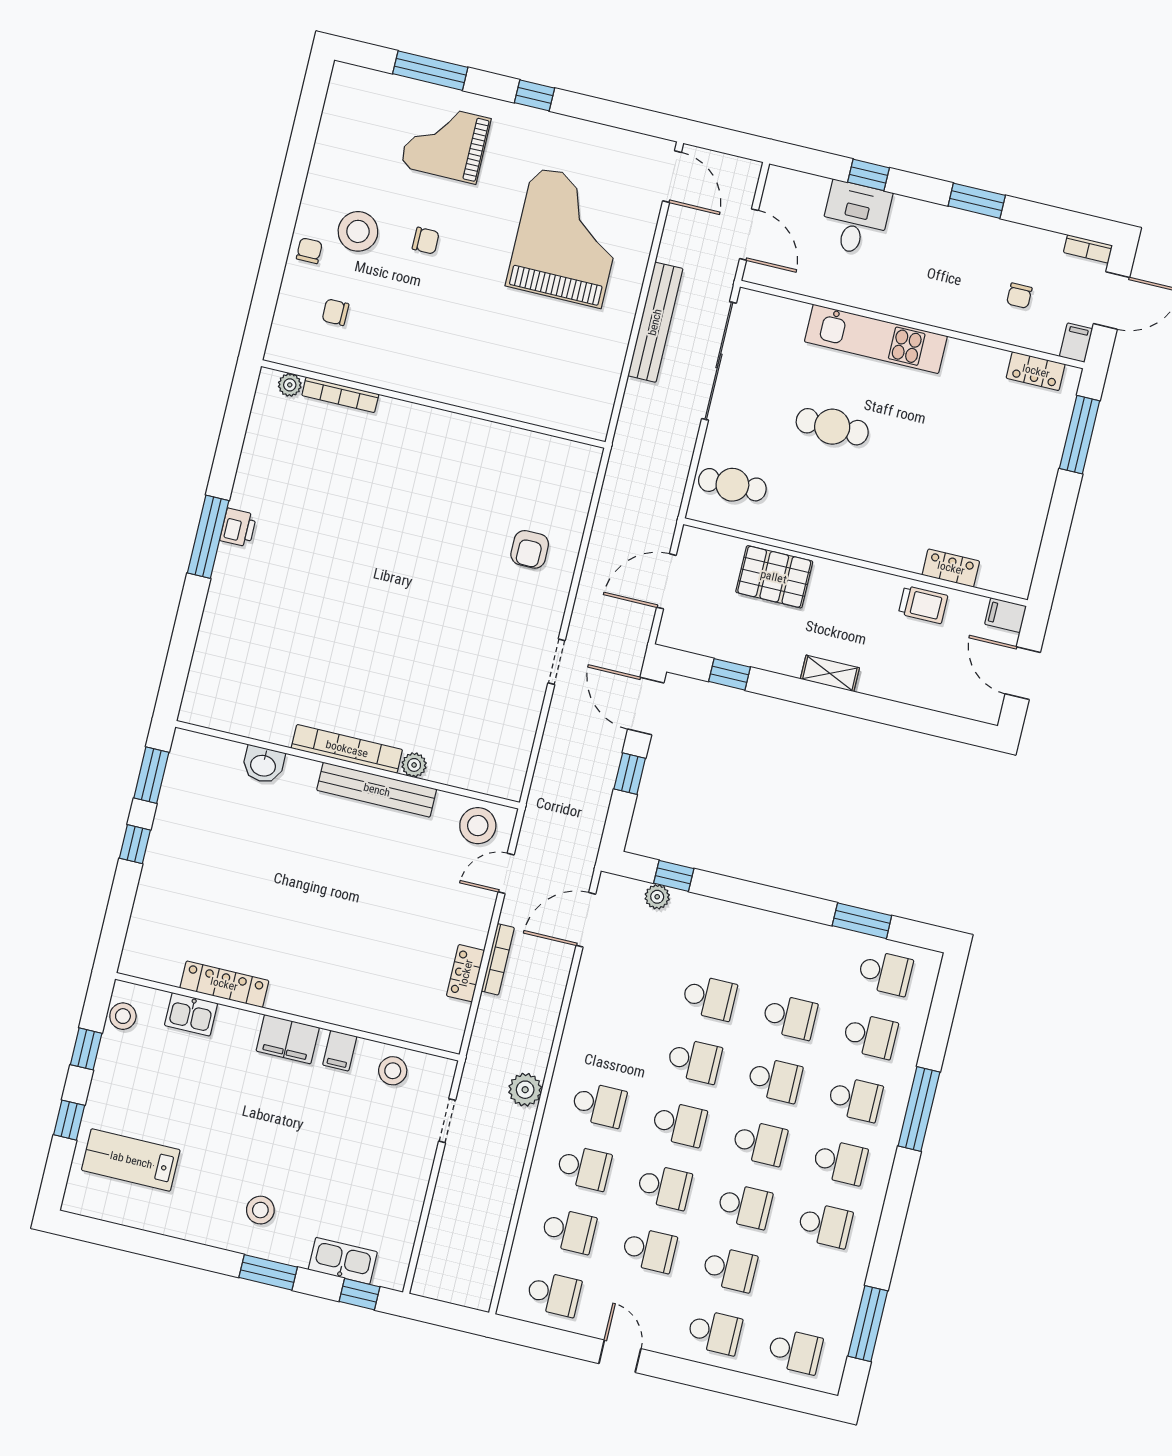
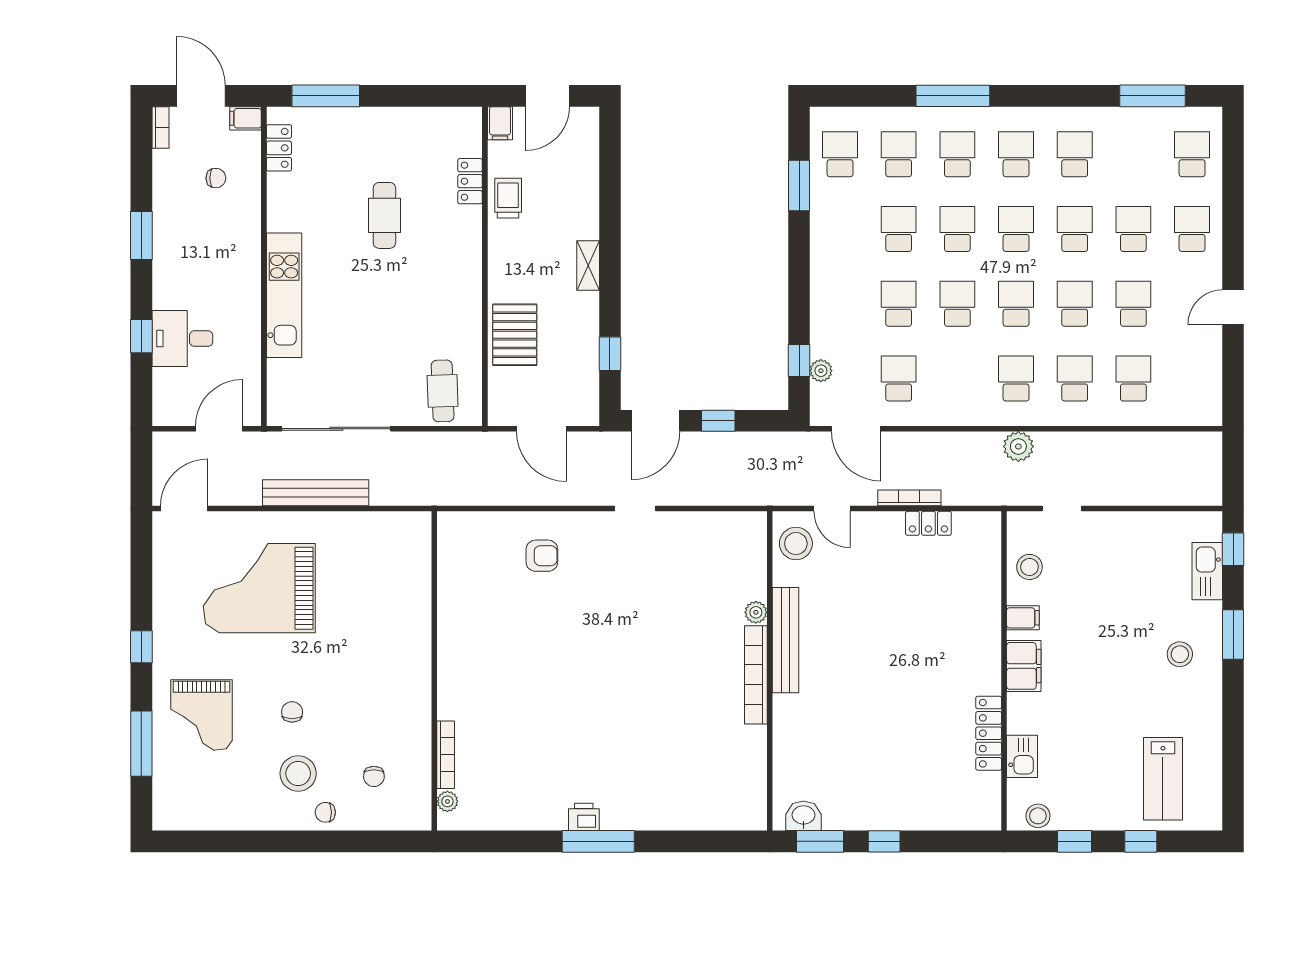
cafe table: (832, 427) -> (384, 215), moved
washbasin: (263, 765) -> (803, 816), moved, turned -90
school desk: (554, 1294) -> (899, 378), moved

